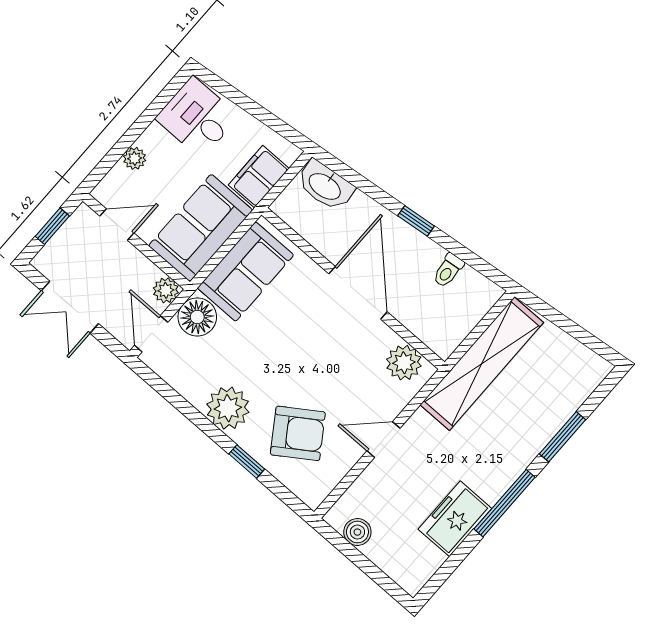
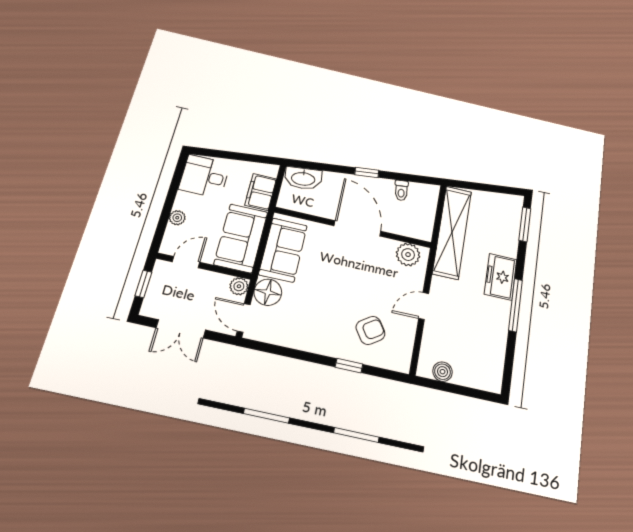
plant: (228, 408) -> (318, 338), removed
armchair: (298, 433) -> (370, 330), width x0.72, depth x0.72
window: (562, 437) -> (525, 224), moved
freezer: (455, 519) -> (501, 277), moved

